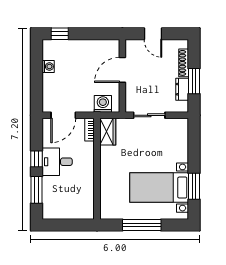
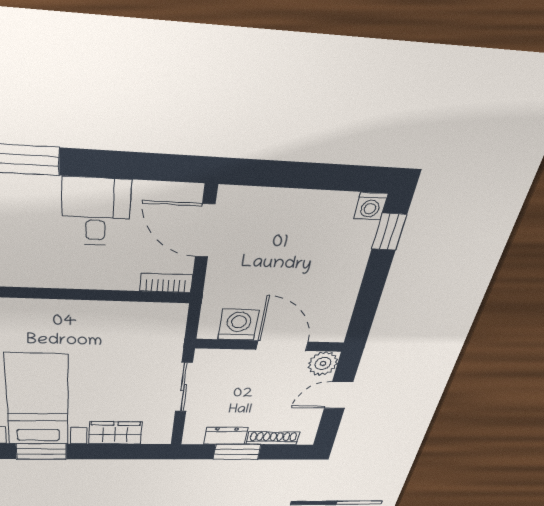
plant: (133, 47) -> (323, 363), added
washing machine: (48, 67) -> (371, 206), moved
washing machine: (103, 104) -> (238, 325), moved, turned -90
wardrobe: (108, 132) -> (115, 433), moved, turned 180
window: (37, 159) -> (105, 164), removed

